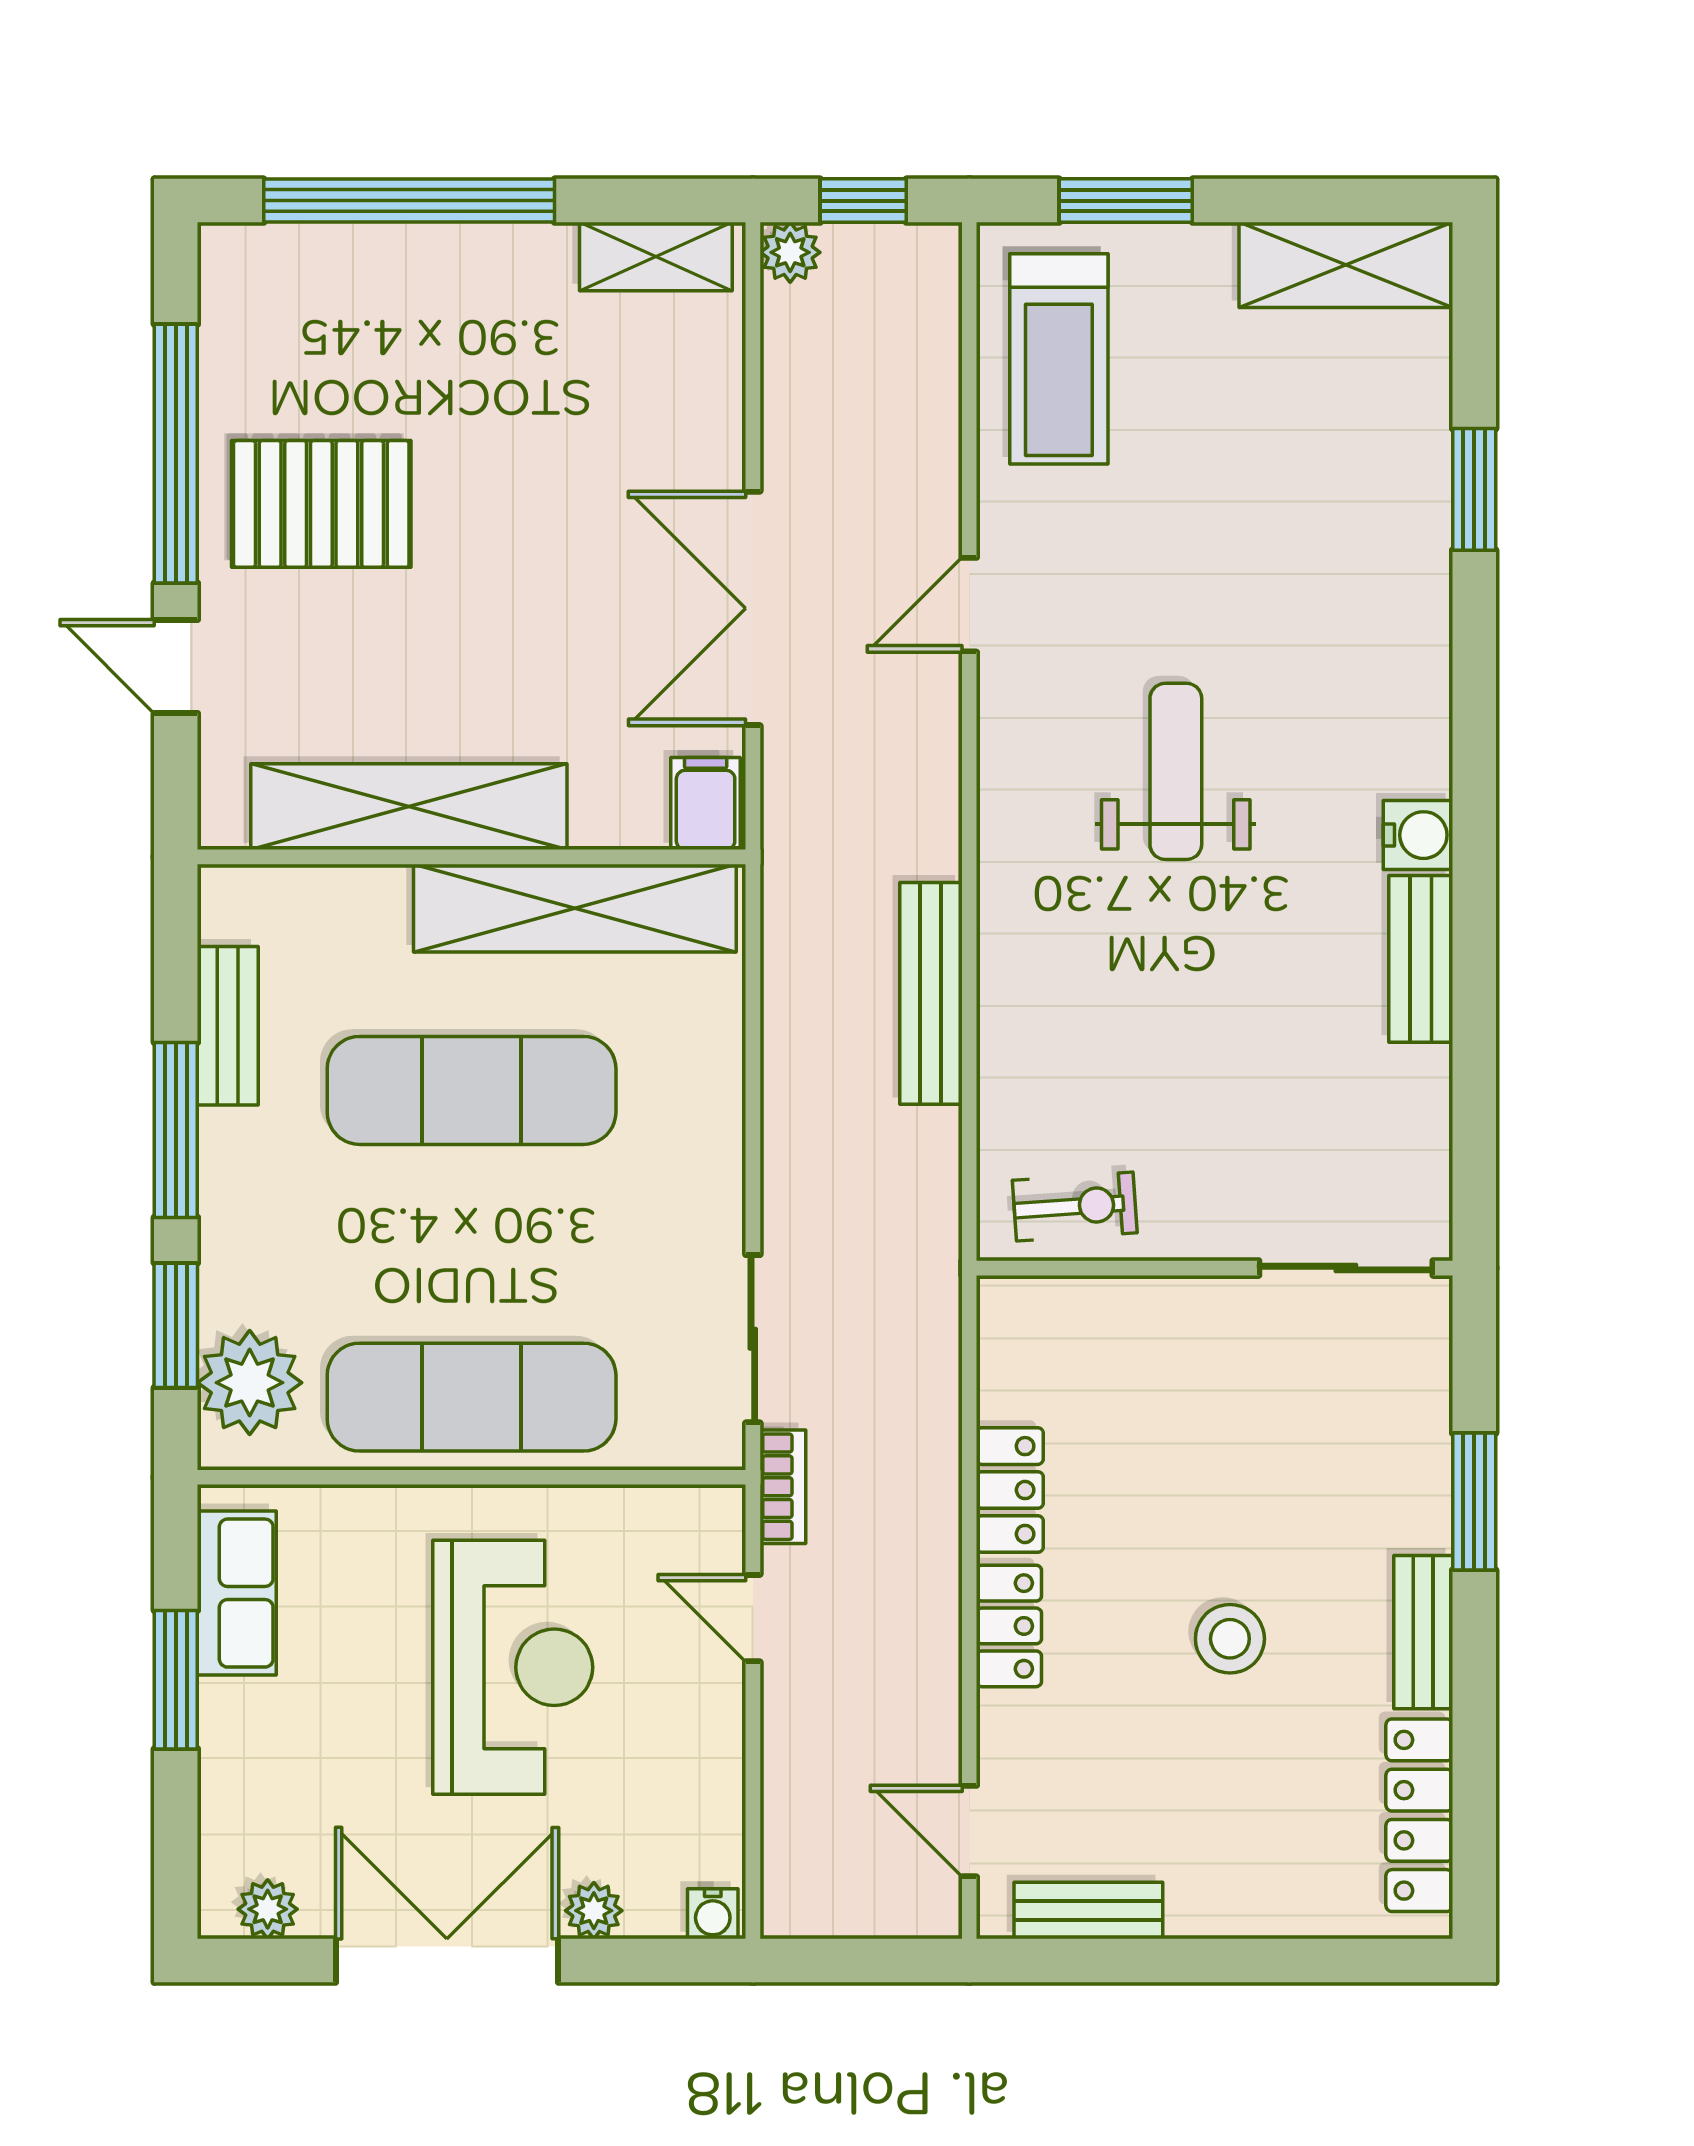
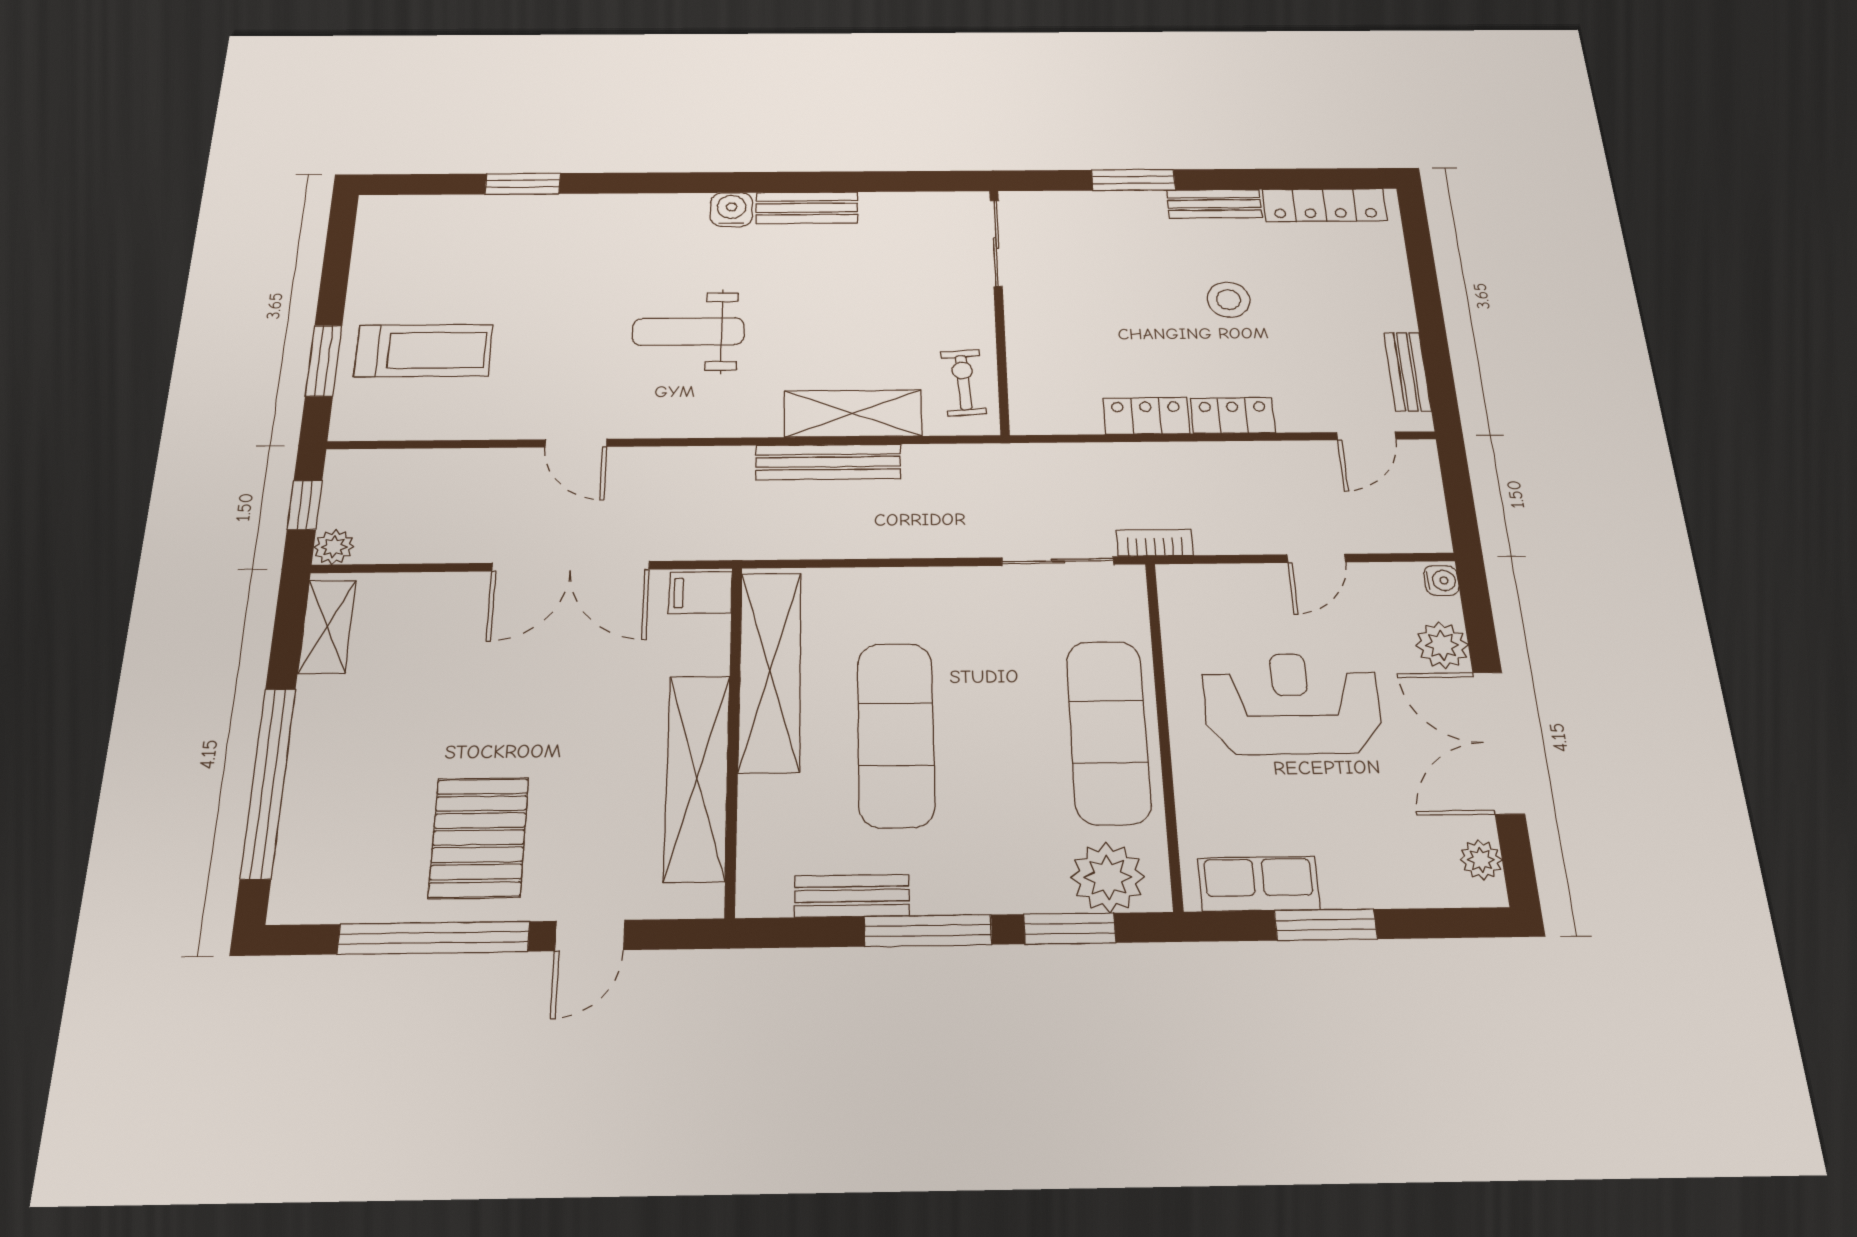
shelving: (1346, 265) -> (853, 413), moved, turned 90
treadmill: (1059, 359) -> (424, 350), moved
door: (753, 1618) -> (1316, 558), moved
plant: (594, 1911) -> (1442, 645), width x1.38, depth x1.38

